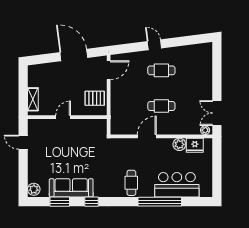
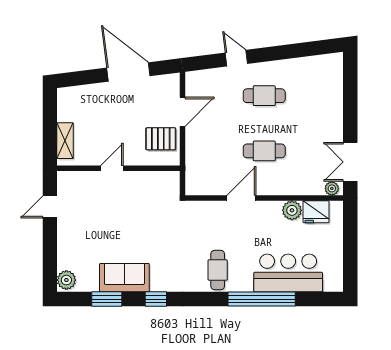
door: (154, 45) -> (236, 58), moved
door: (109, 70) -> (182, 112), moved
door: (23, 142) -> (50, 207), hinge flipped
sofa: (71, 188) -> (124, 278), width x0.73

